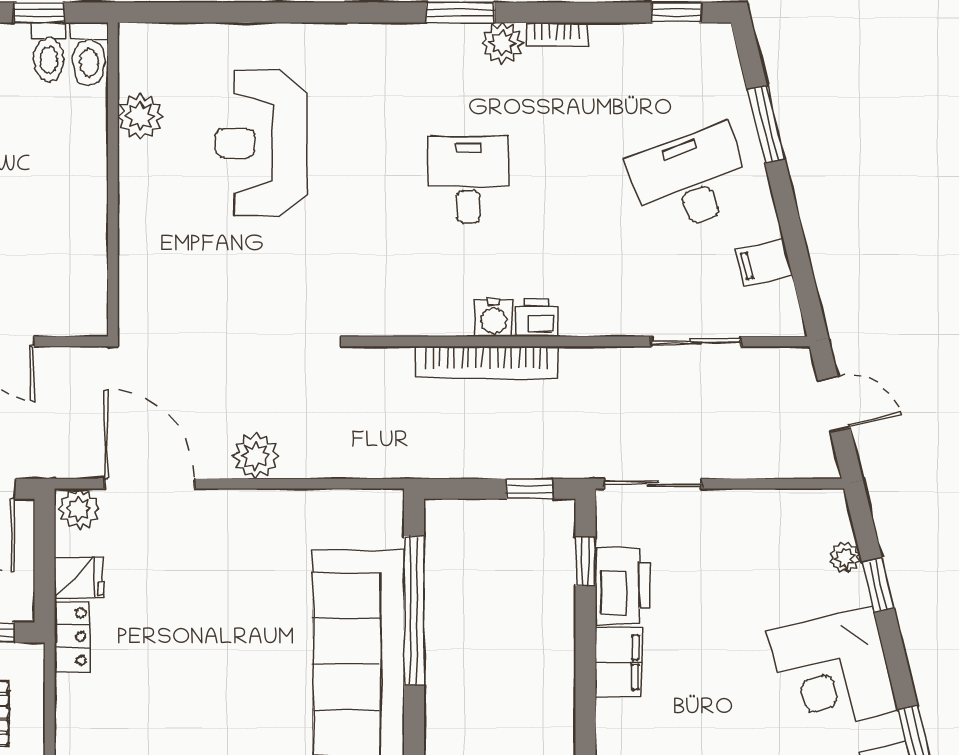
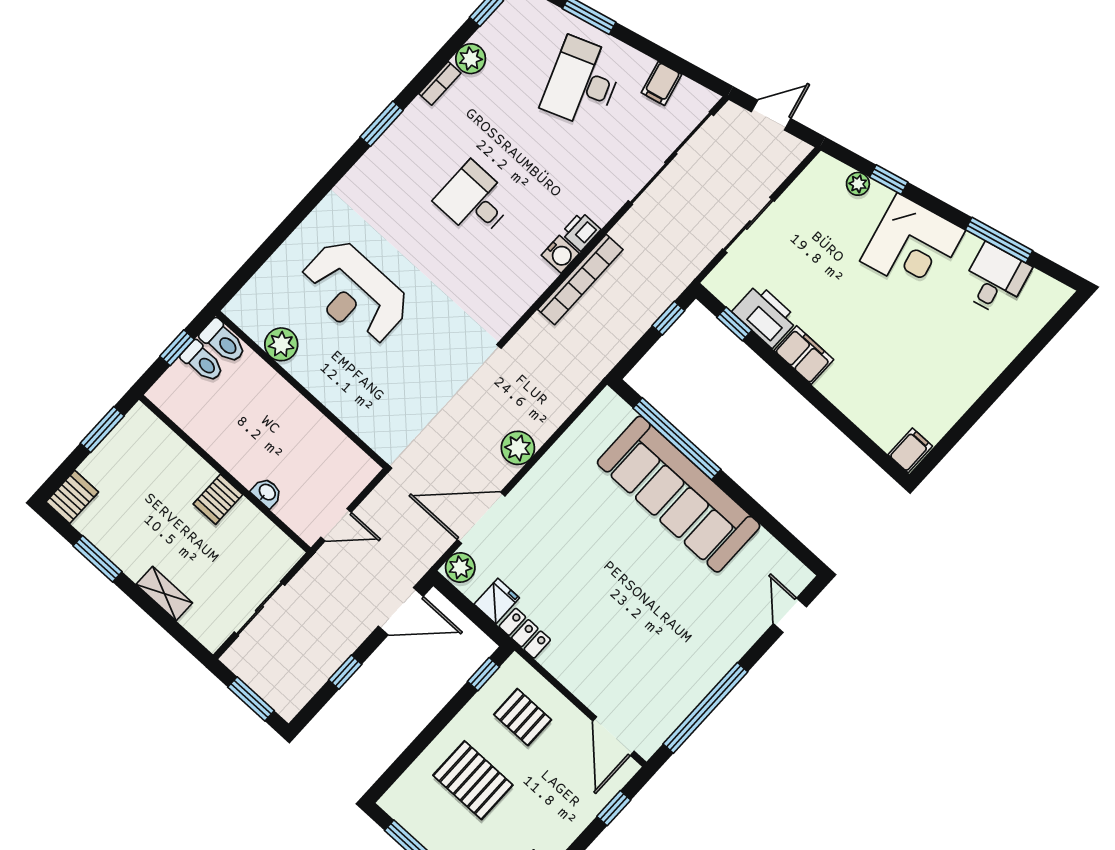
plant: (502, 43) -> (471, 59), moved
sliding door: (696, 341) -> (671, 158), width x1.86
sliding door: (653, 484) -> (748, 225), moved

